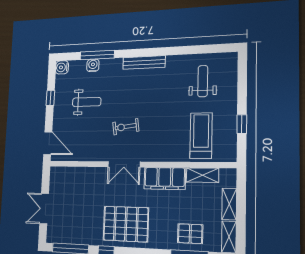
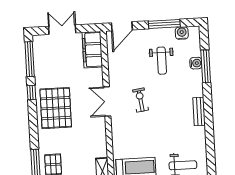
bench: (144, 62) -> (199, 111), width x0.73
water cooler: (62, 67) -> (182, 33), moved
window: (50, 98) -> (164, 24), width x2.17
filing cabinet: (165, 178) -> (92, 50), moved

